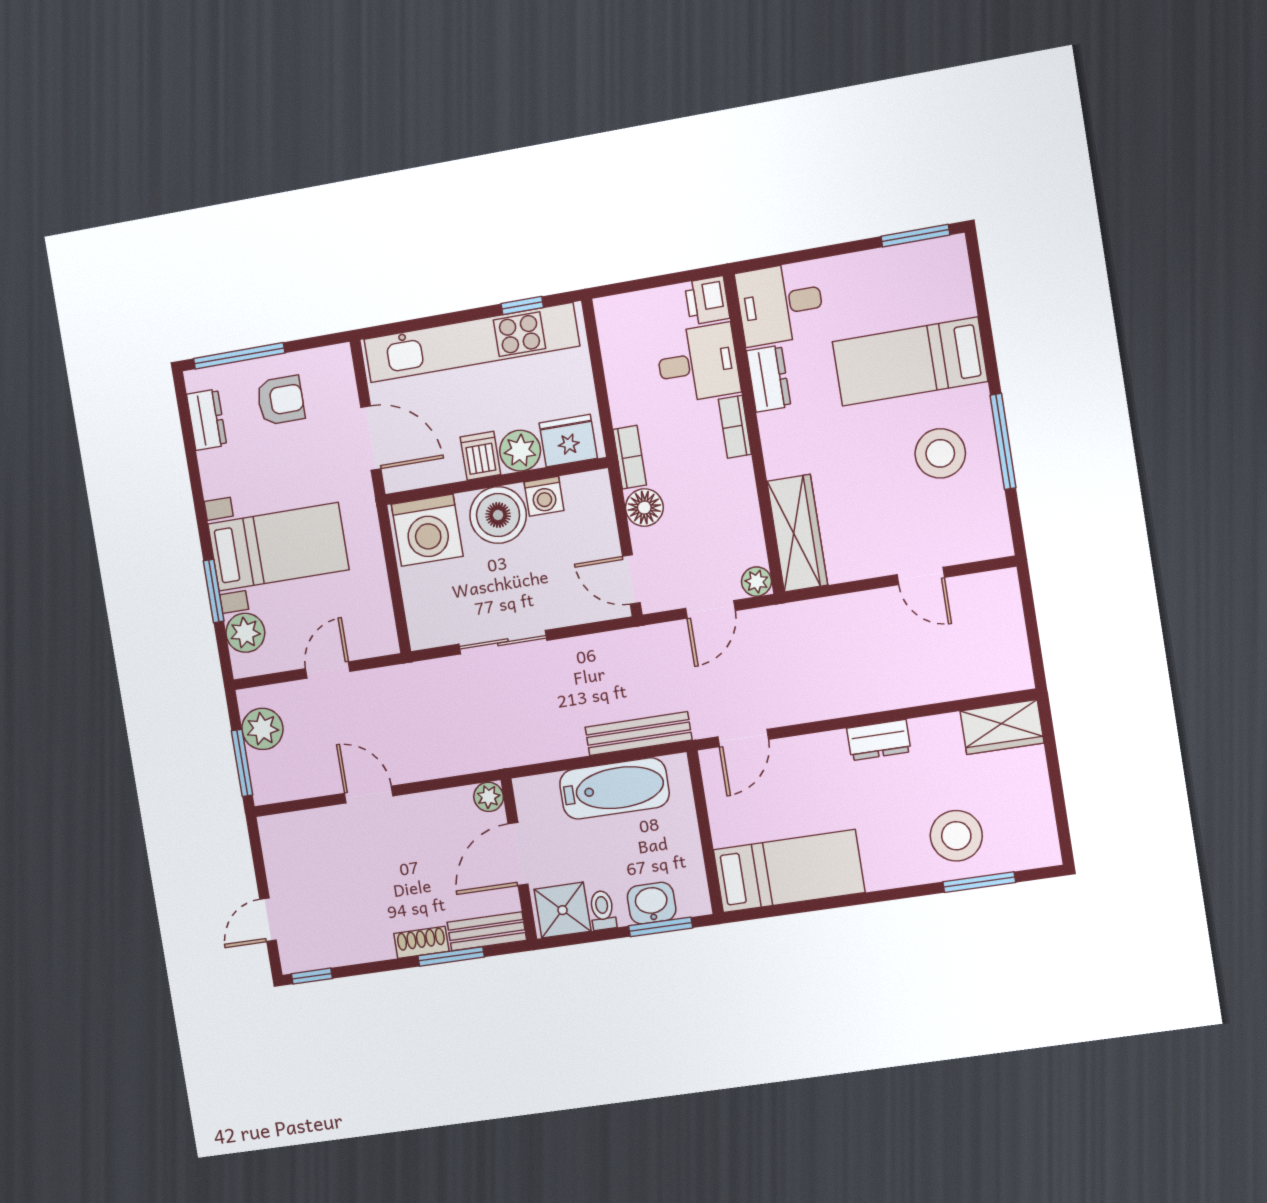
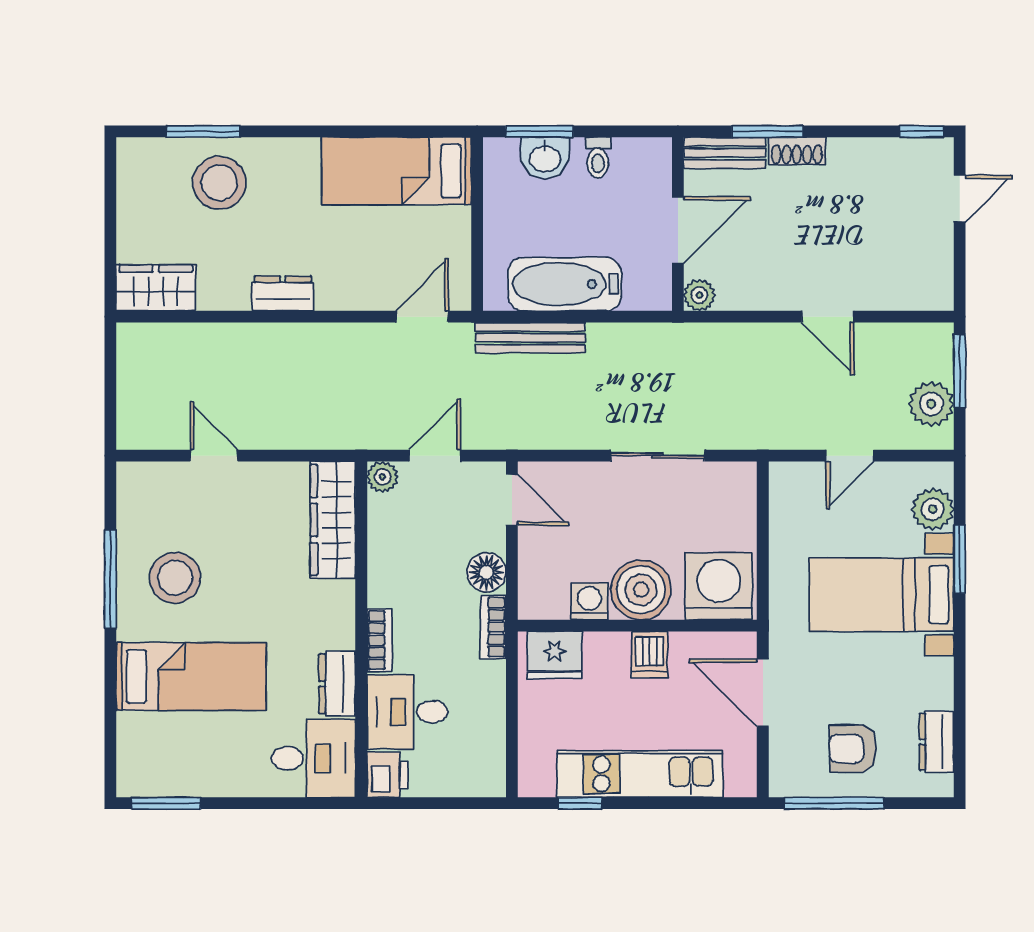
kitchen unit: (471, 343) -> (640, 774), width x0.73
window: (239, 356) -> (834, 803), moved
plant: (520, 451) -> (607, 653), removed
shower: (563, 910) -> (640, 164), removed

